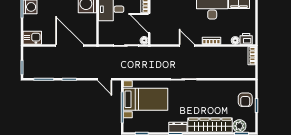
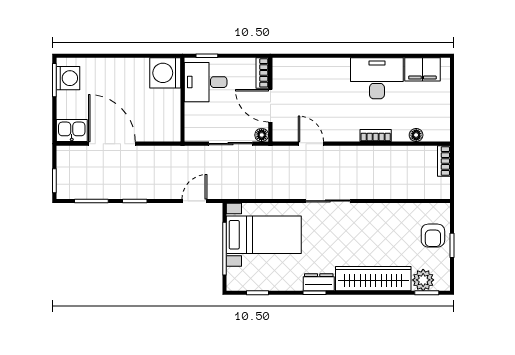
printer: (246, 39) -> (434, 132), removed
door: (70, 46) -> (112, 144), moved
door: (187, 46) -> (311, 144), moved
door: (105, 79) -> (194, 201), swing flipped

